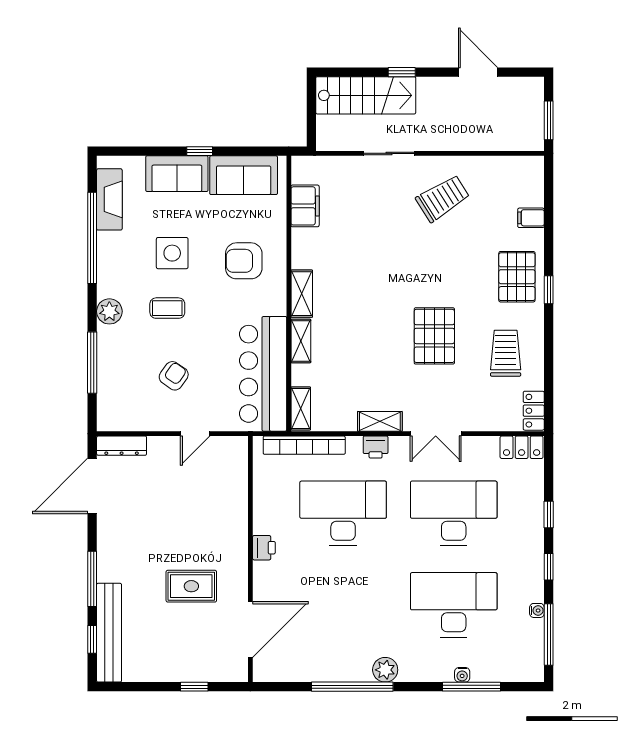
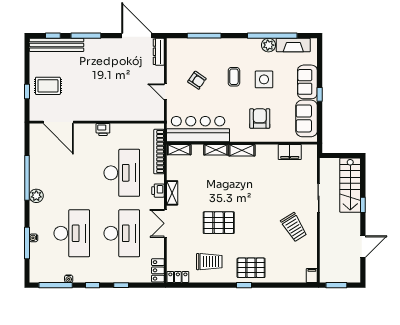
filing cabinet: (531, 218) -> (312, 275), moved
plant: (109, 311) -> (269, 45), moved
rug: (191, 586) -> (48, 86), moved, turned 90

